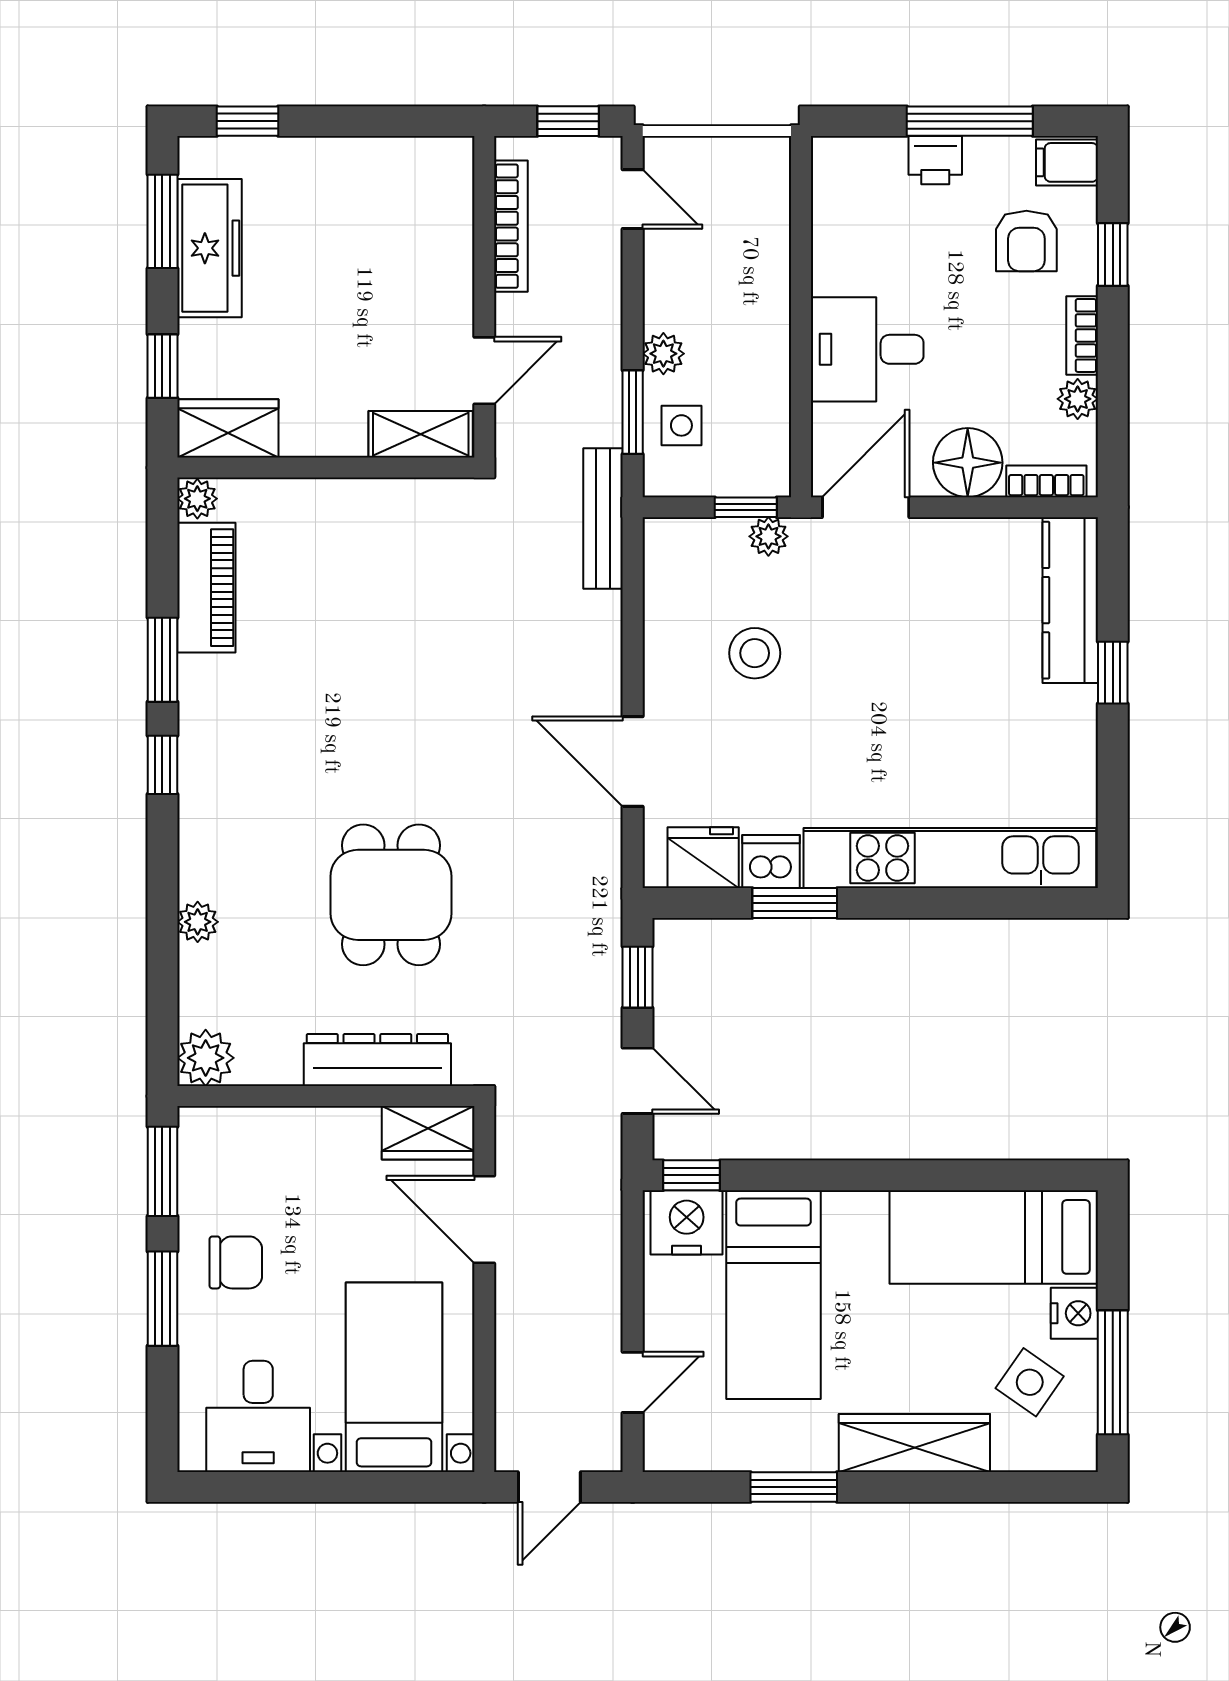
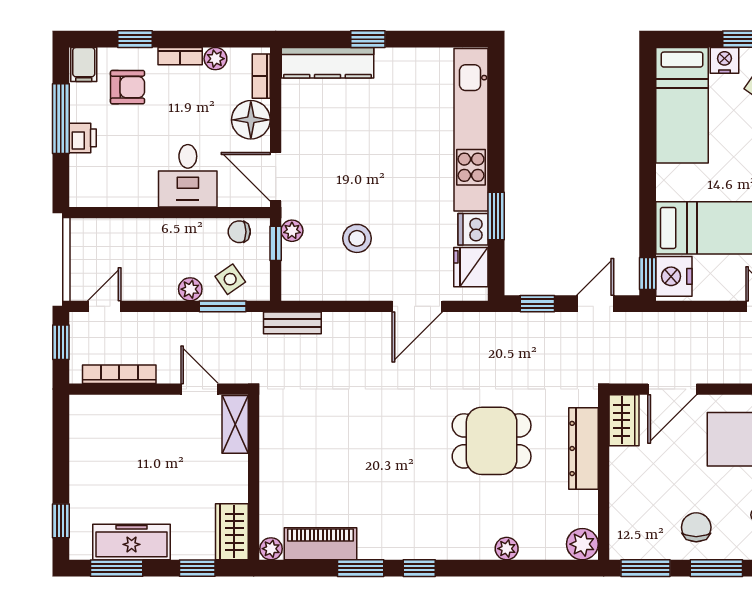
side table: (681, 425) -> (230, 279), turned -35
chair: (767, 442) -> (239, 232), added
bench: (603, 519) -> (292, 323), width x0.73

